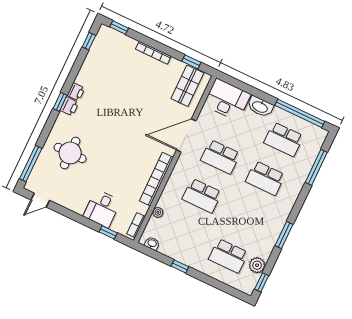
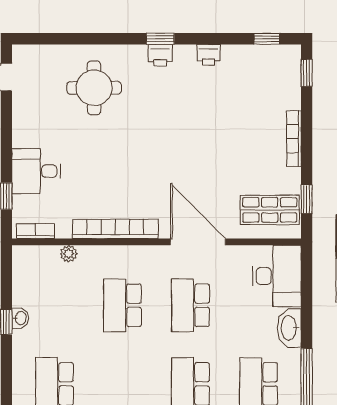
printer: (76, 92) -> (209, 55), moved
window: (31, 164) -> (52, 39), removed
washbasin: (152, 243) -> (20, 318), moved

